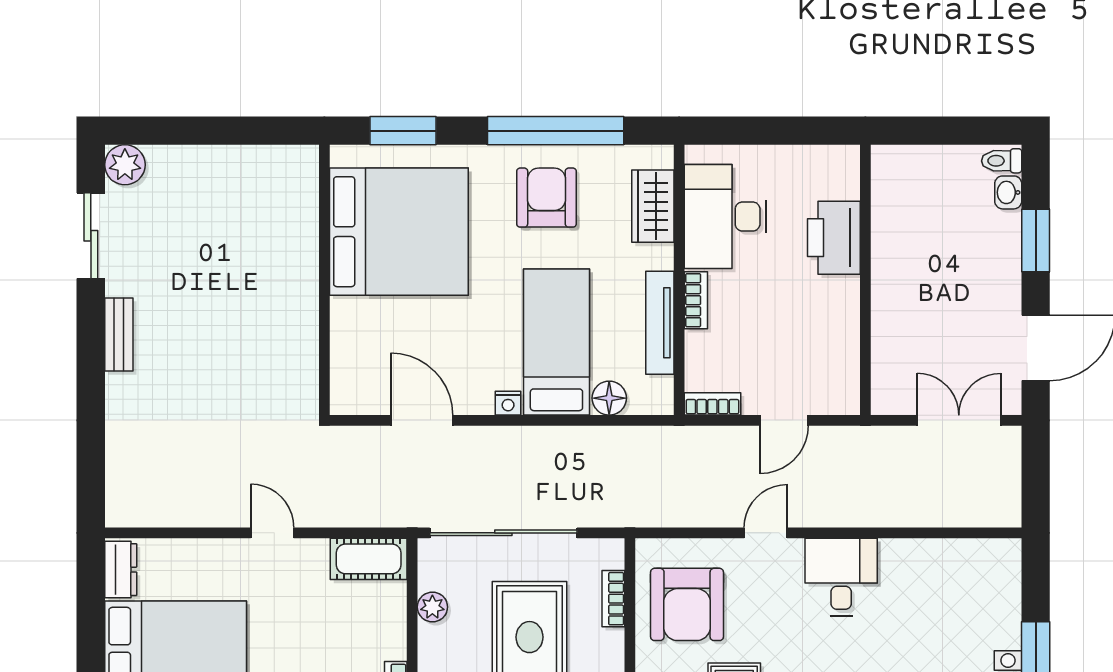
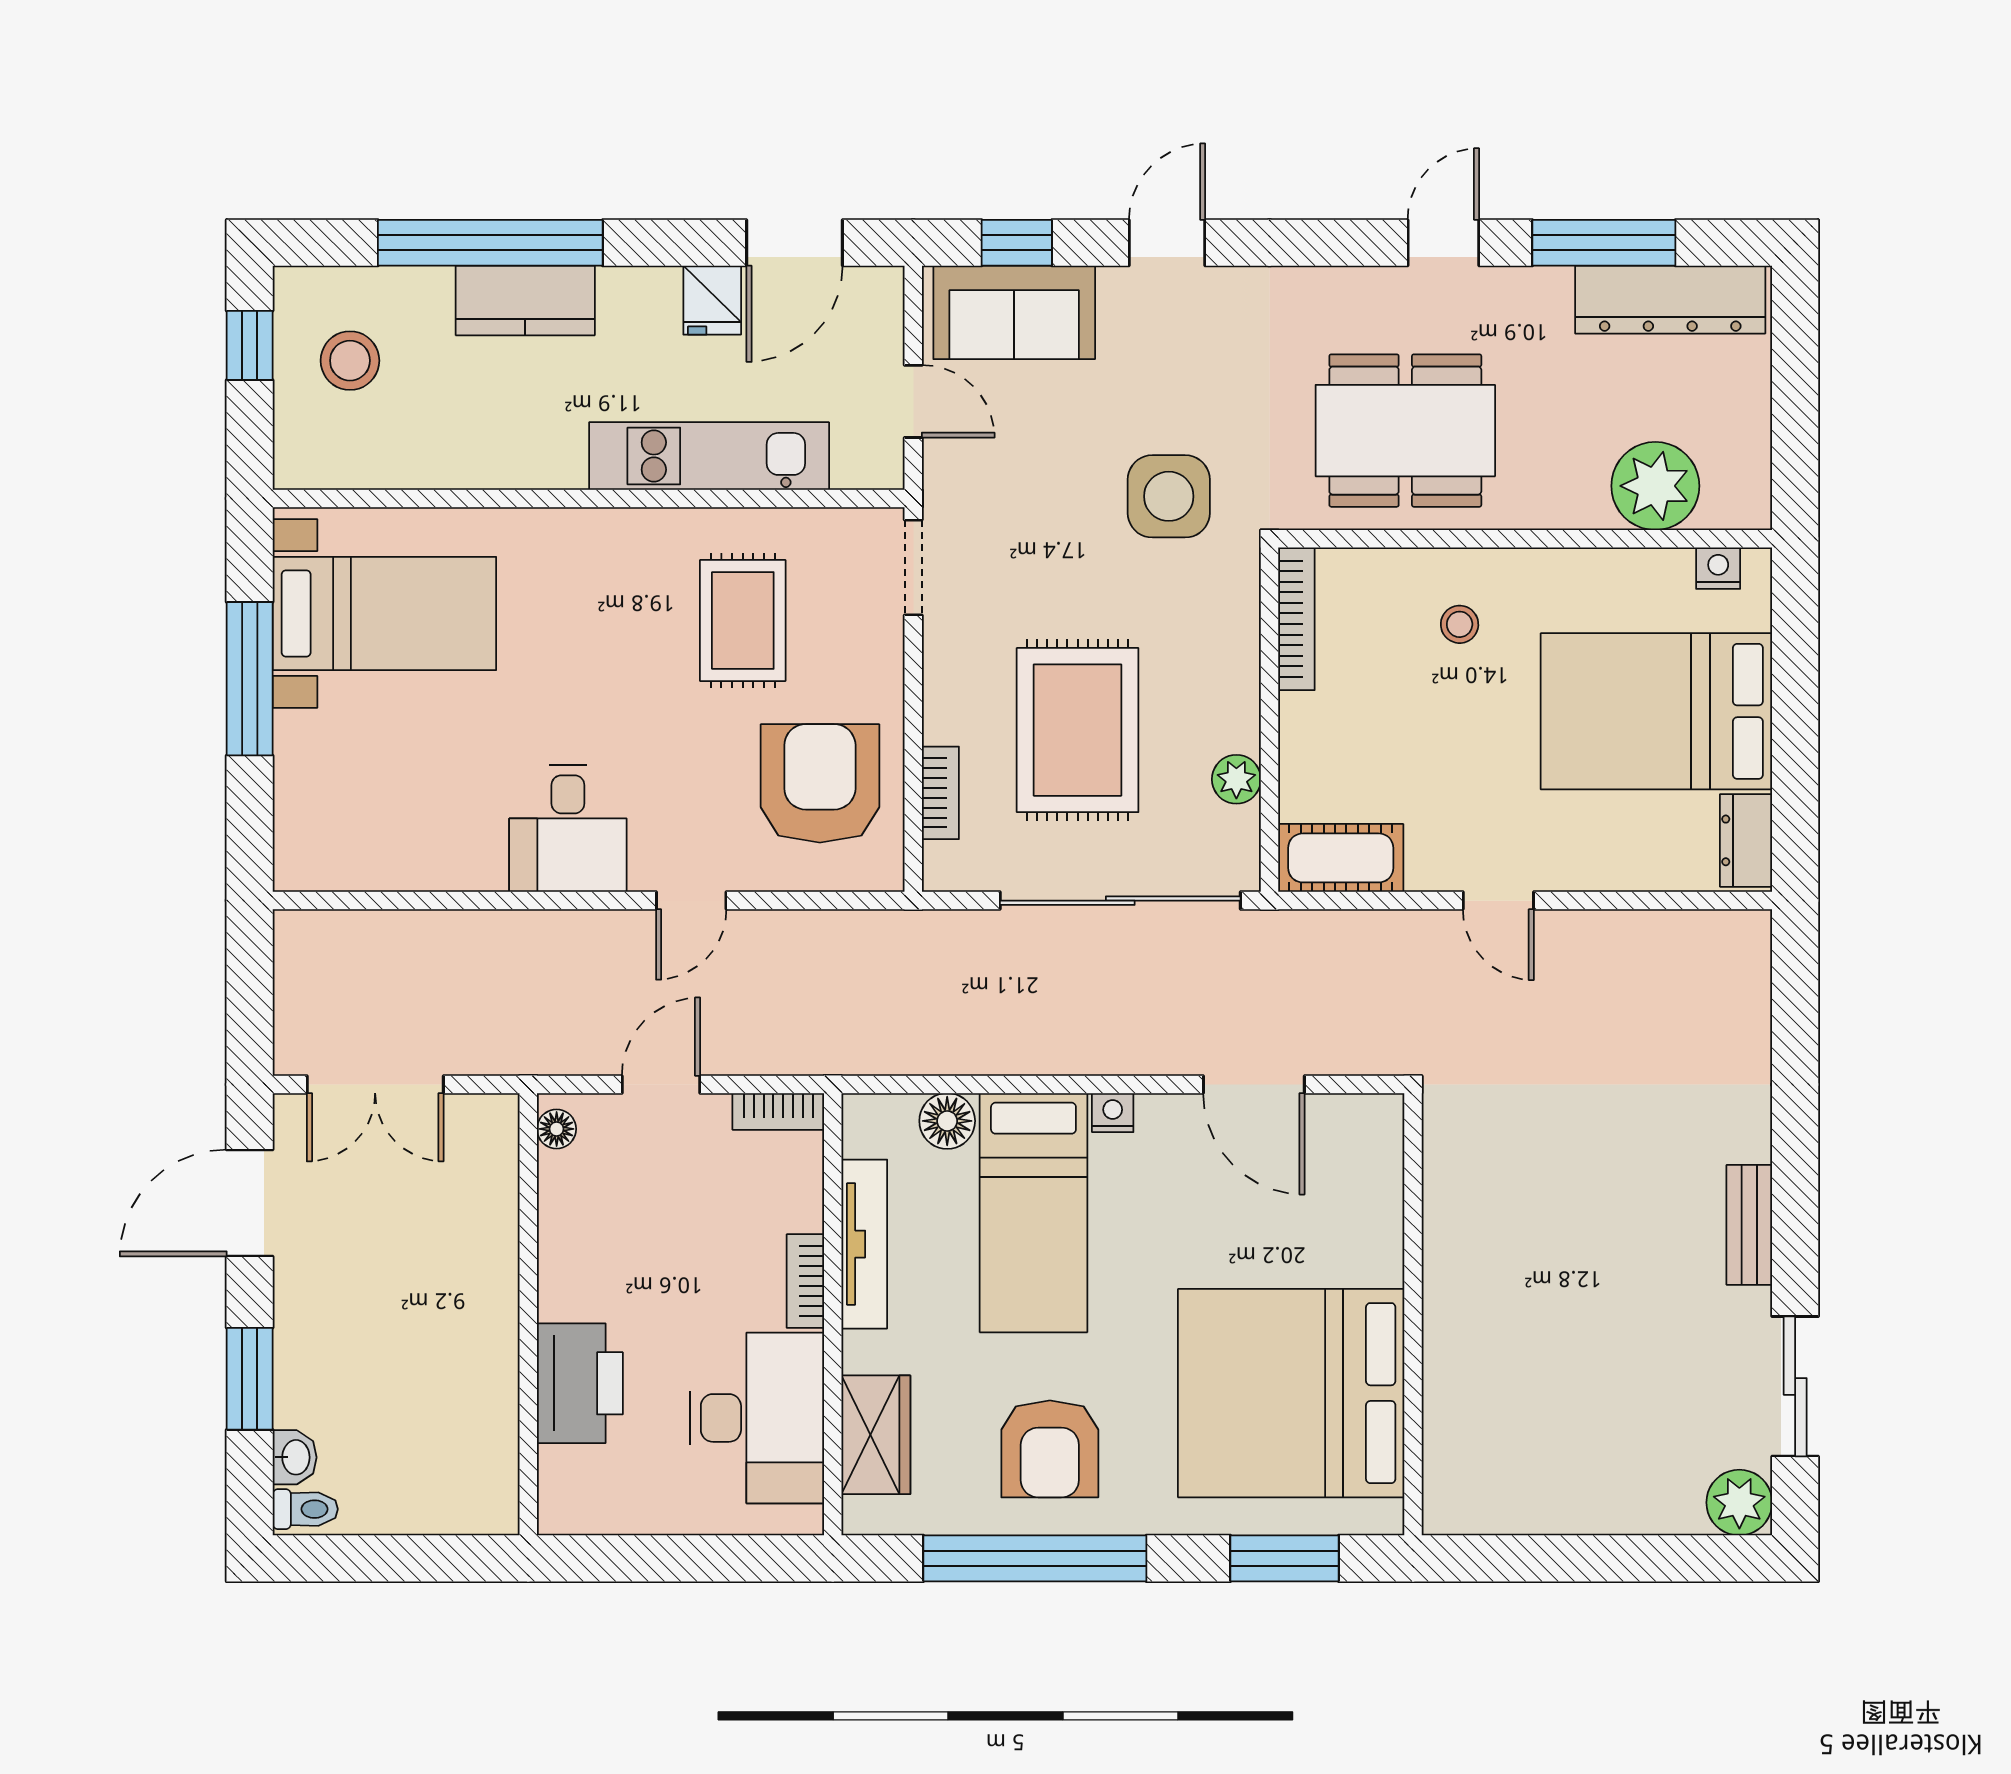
floor lamp: (848, 393) -> (557, 1129), added

